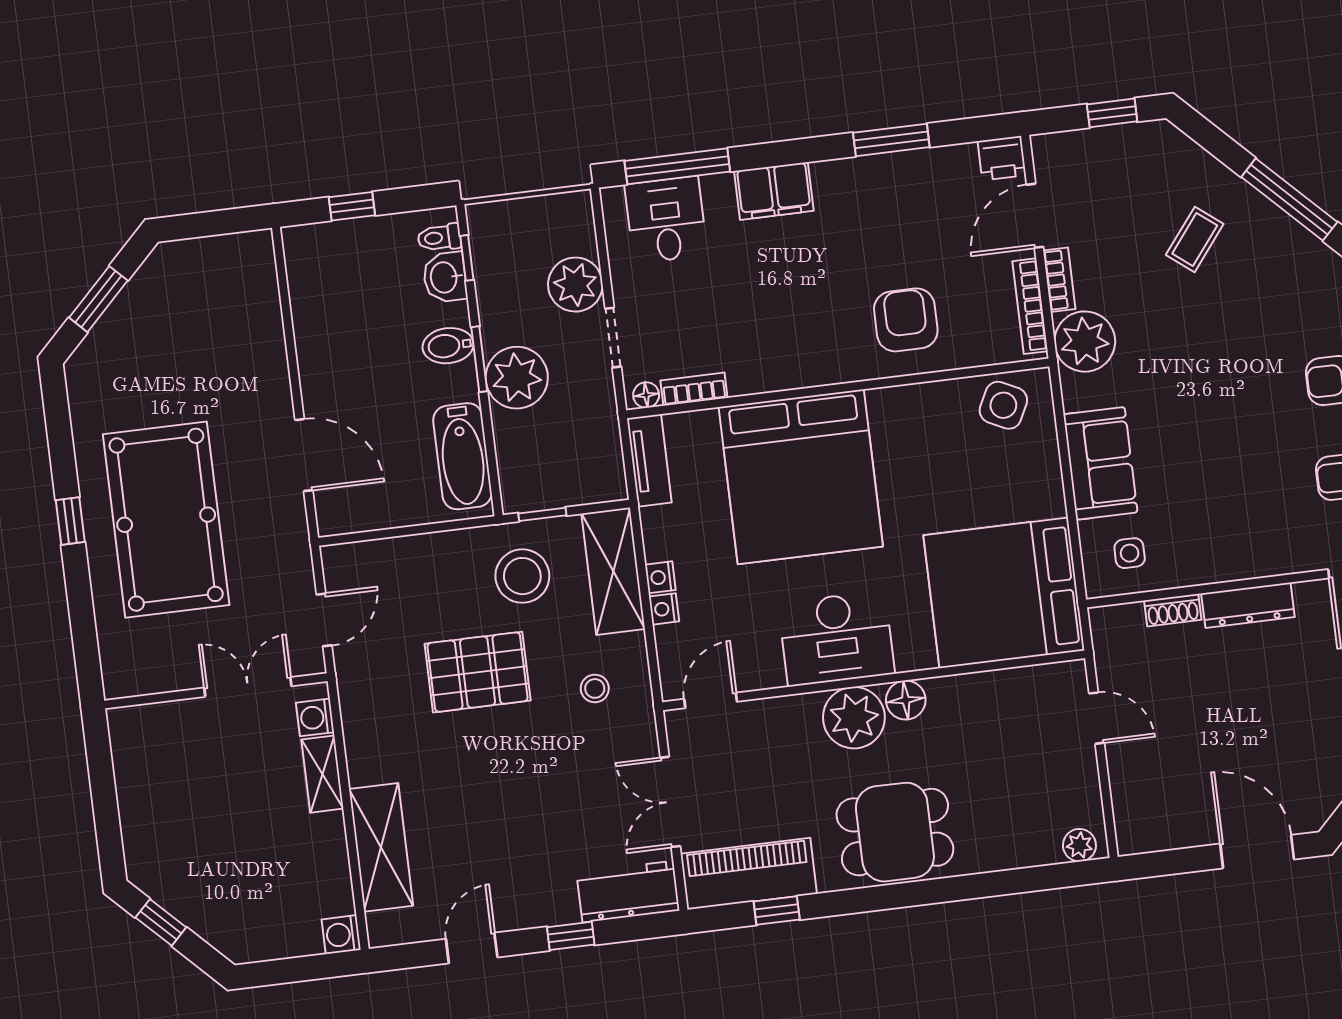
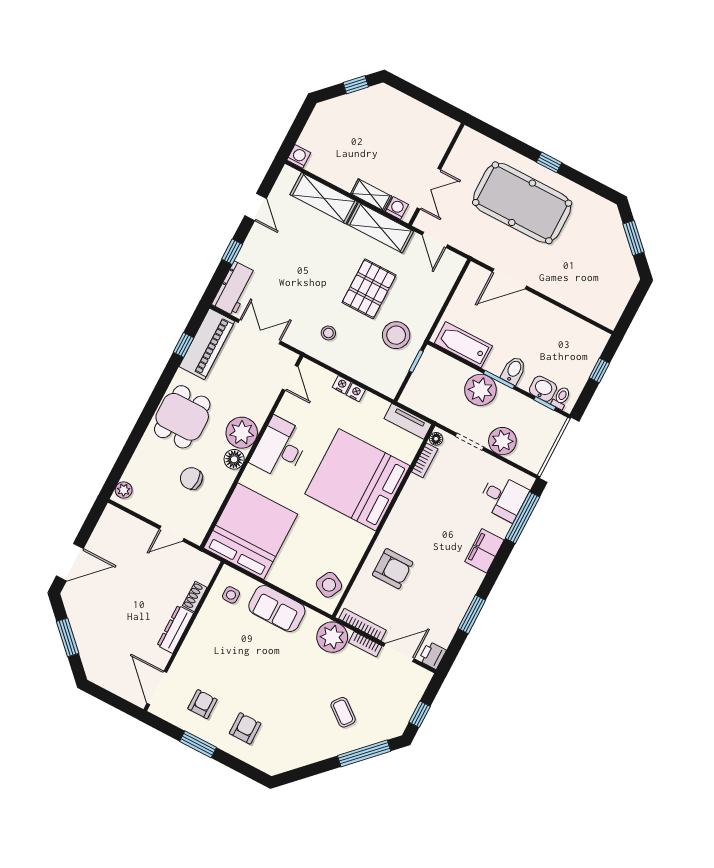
window: (1289, 199) -> (364, 753), moved
door: (1035, 216) -> (399, 652), hinge flipped
shelving: (613, 571) -> (380, 228), moved
chair: (985, 748) -> (191, 478), added

